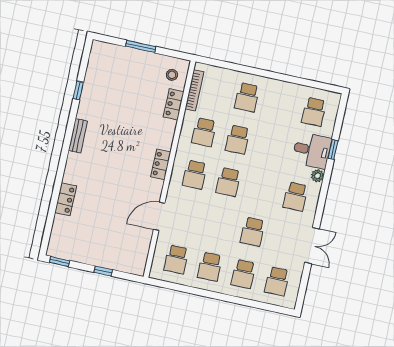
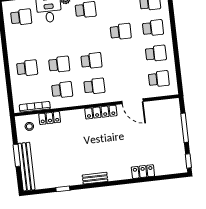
bench: (122, 54) -> (26, 167), added
locker: (161, 164) -> (101, 112), width x1.53
window: (103, 271) -> (185, 128), width x2.17

